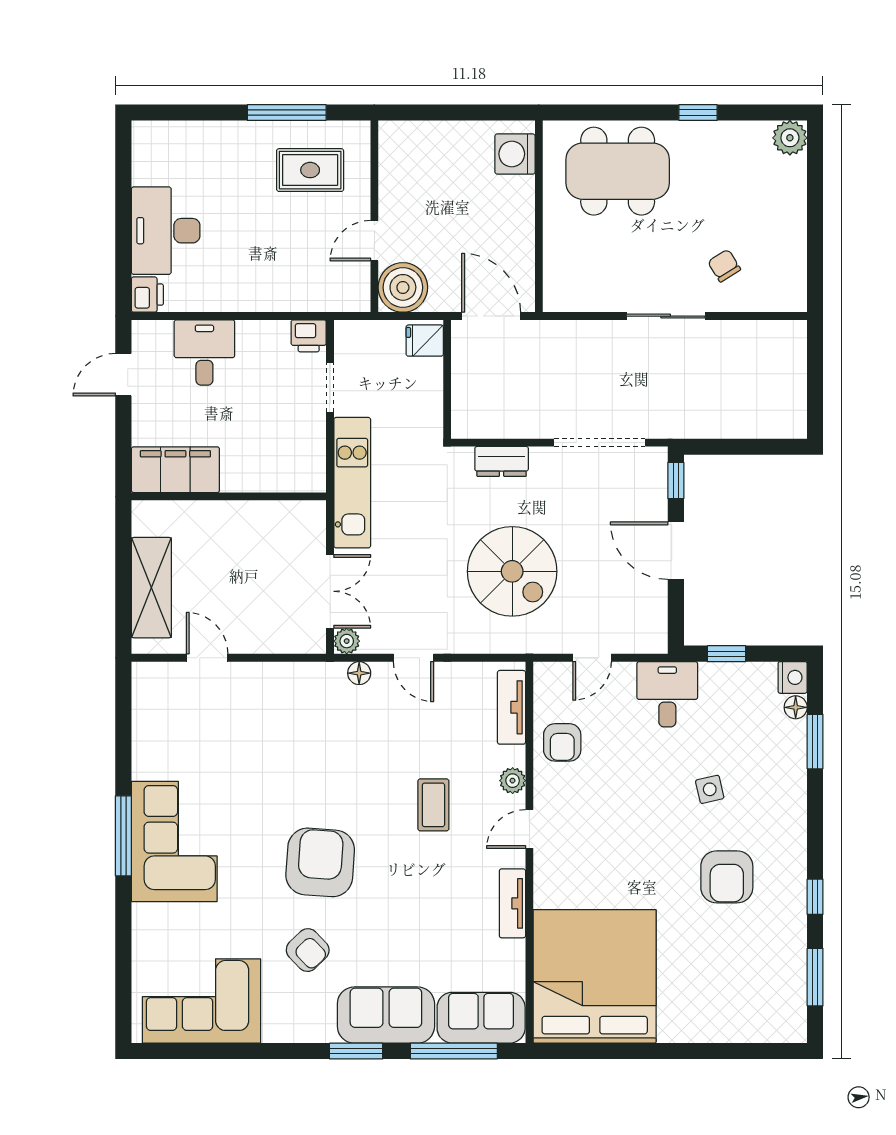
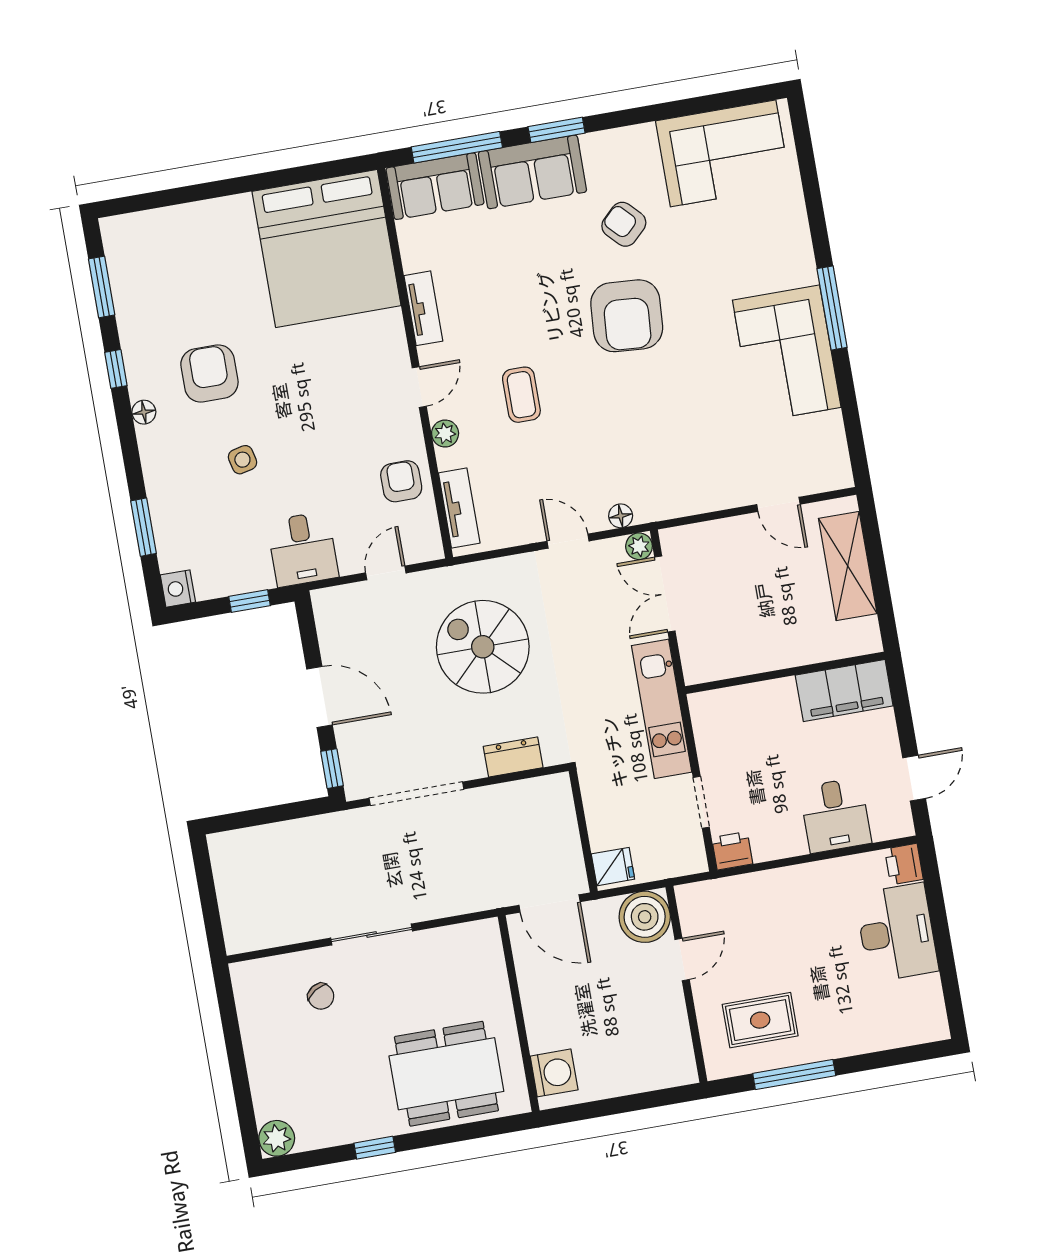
floor lamp: (796, 707) -> (144, 412), moved
corner sofa: (174, 842) -> (787, 354), moved

